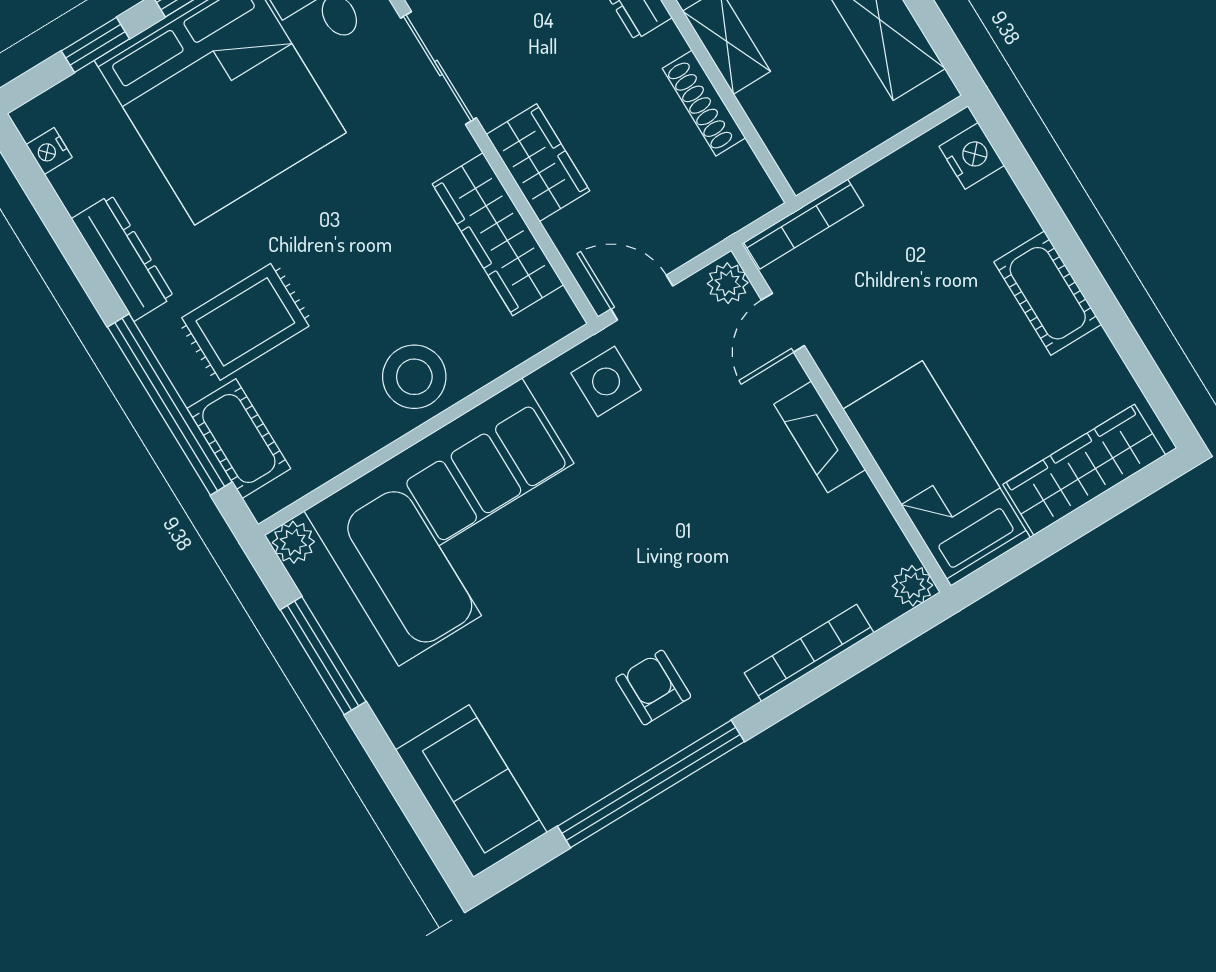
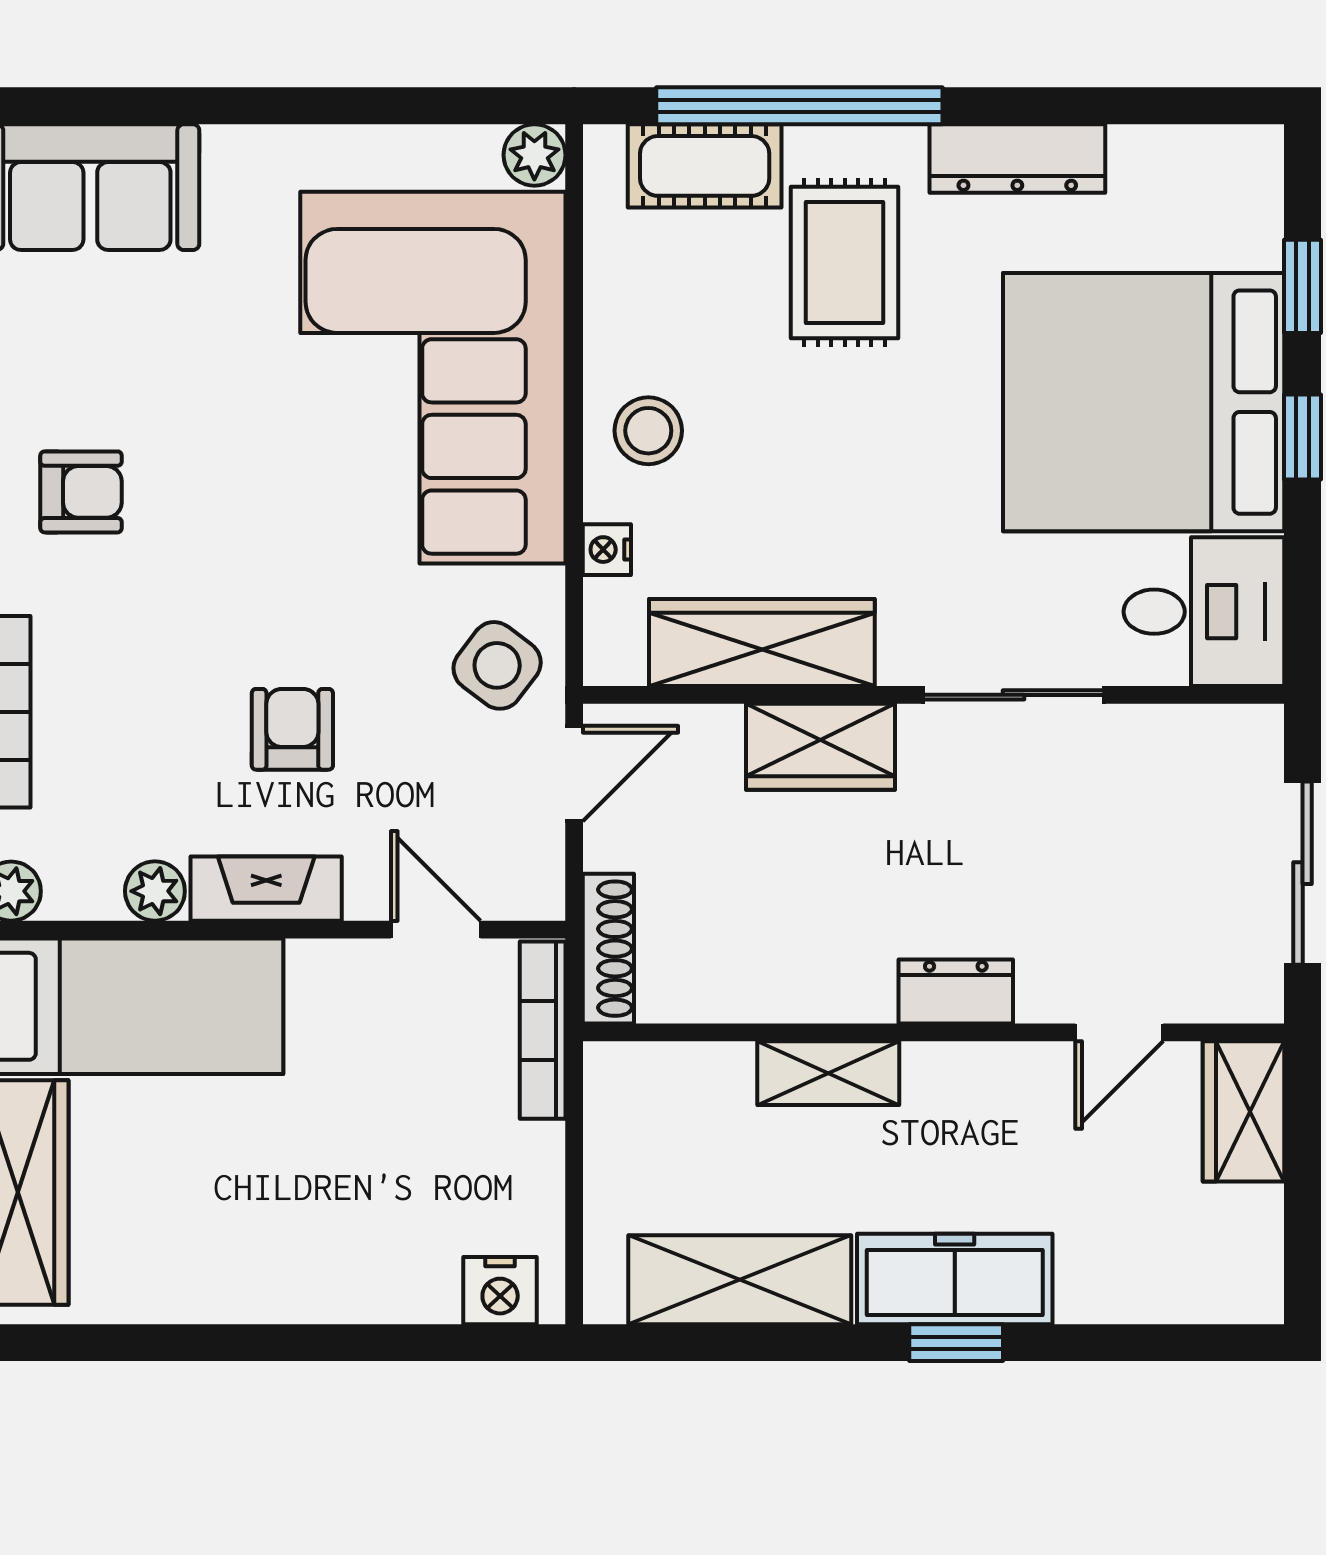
shoe rack: (704, 103) -> (608, 949), moved, turned 90
nightstand: (49, 151) -> (607, 550), moved, turned -90
plant: (728, 283) -> (155, 891), moved
cot: (1048, 293) -> (272, 1281), removed
stool: (414, 377) -> (648, 431), width x0.73, depth x0.73
side table: (606, 381) -> (497, 665), turned 37
armchair: (717, 479) -> (292, 729), added
window: (323, 656) -> (371, 106), removed

